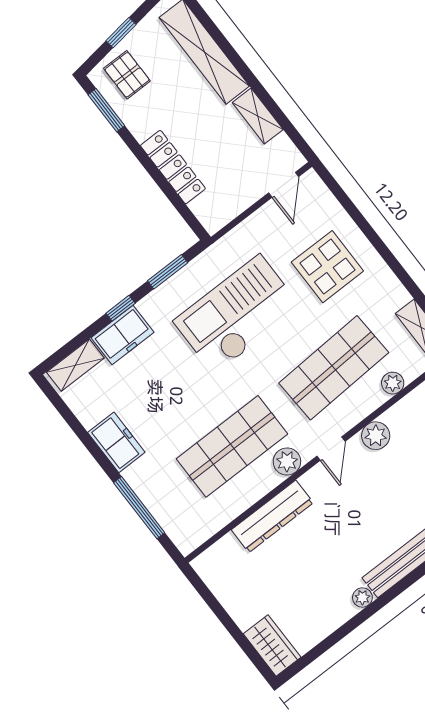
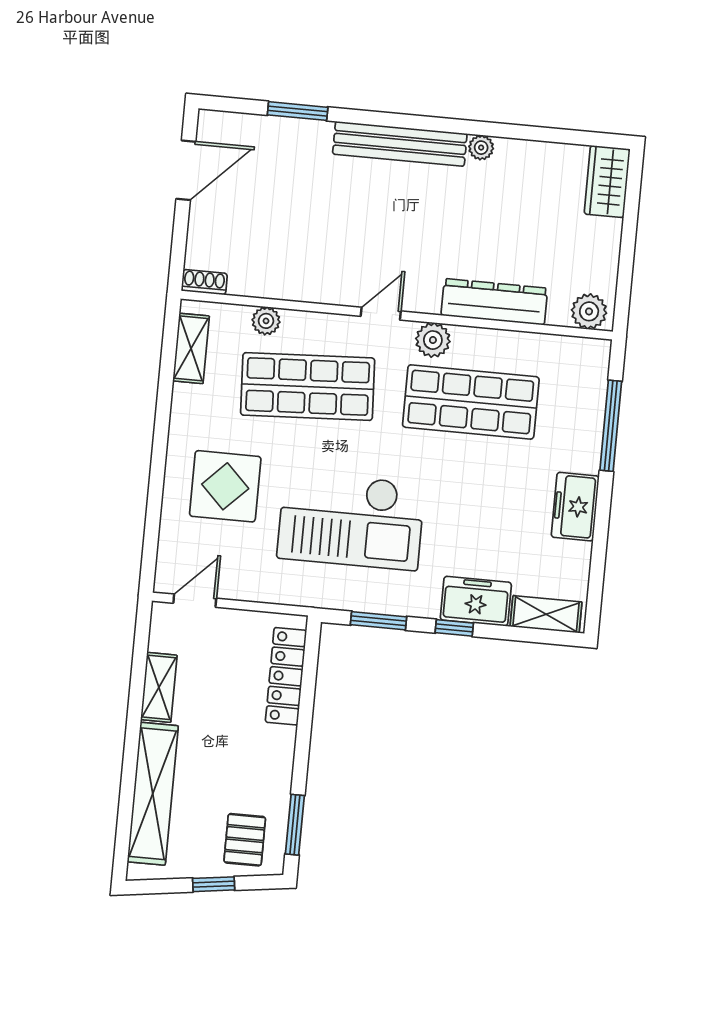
locker: (173, 167) -> (286, 676), moved
plant: (376, 436) -> (589, 311), moved

